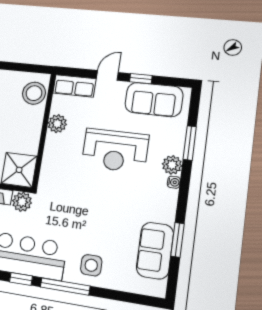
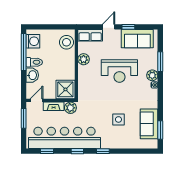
window: (177, 240) -> (160, 130), moved
side table: (91, 265) -> (118, 119), moved
window: (65, 287) -> (103, 151), width x0.46

